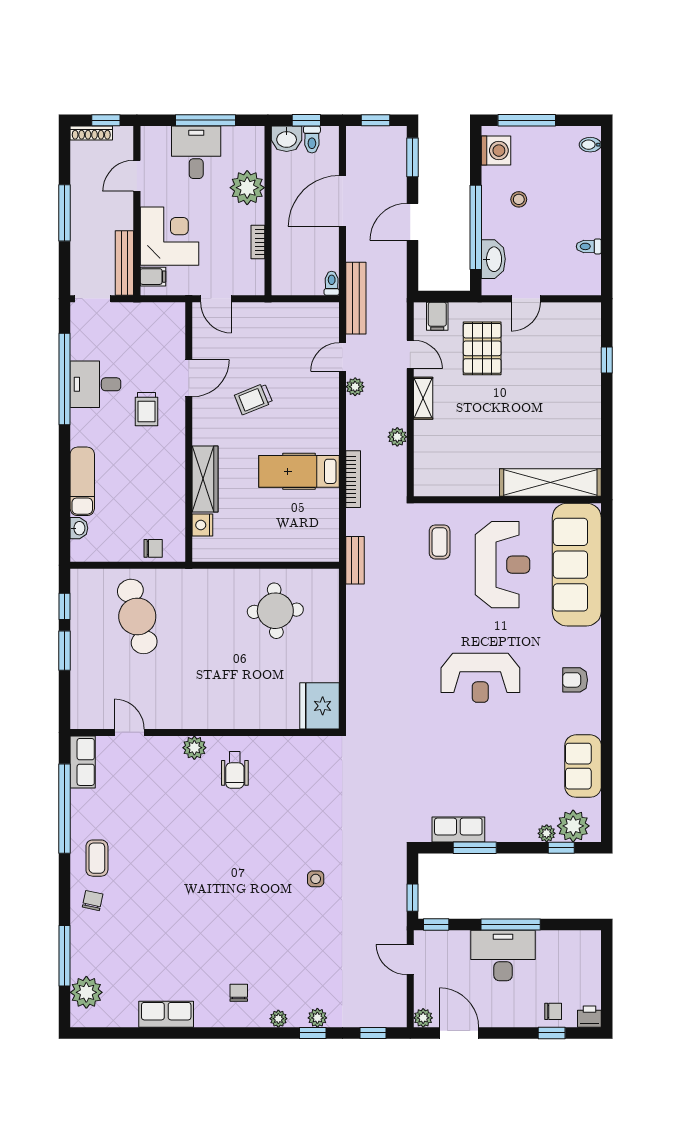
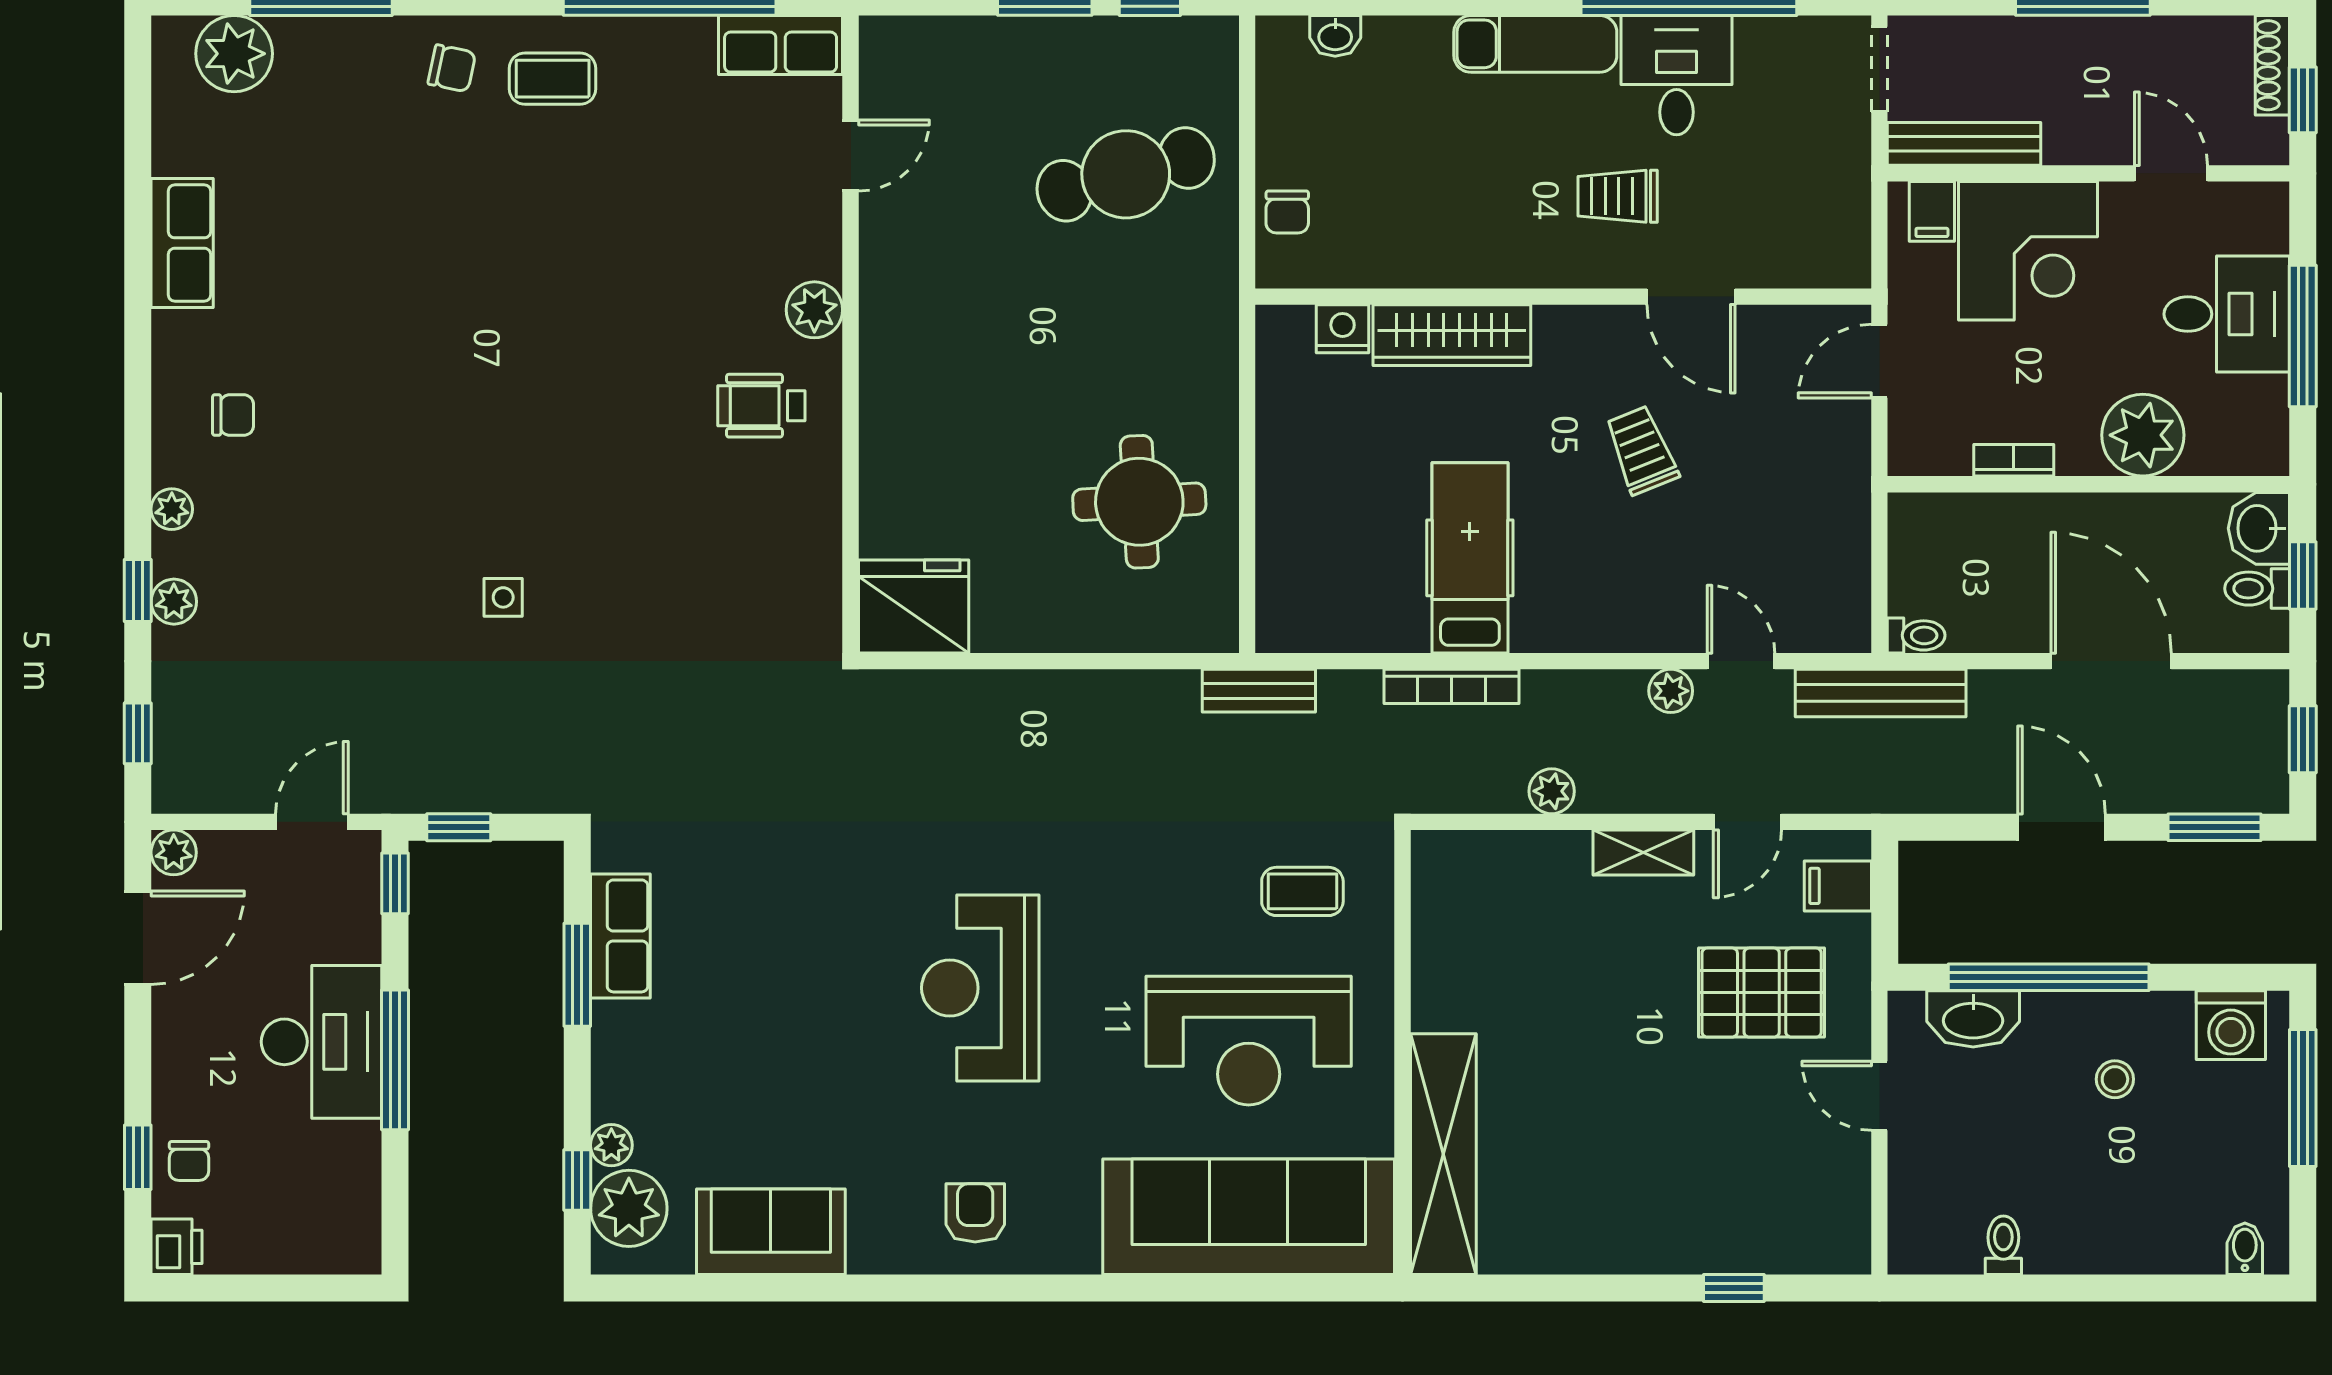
exam couch: (82, 481) -> (1535, 44), moved

